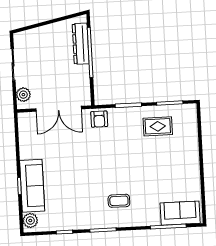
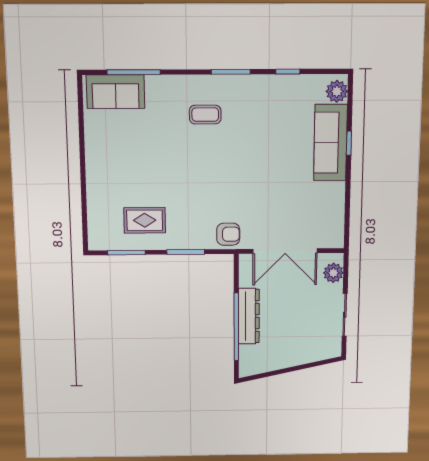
dresser: (81, 44) -> (249, 316), moved
double door: (59, 109) -> (285, 251), swing flipped
armchair: (99, 119) -> (228, 234), turned 90

